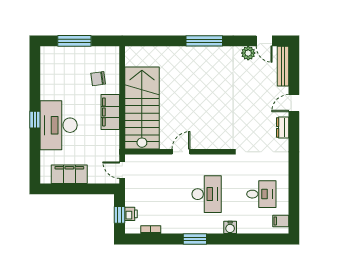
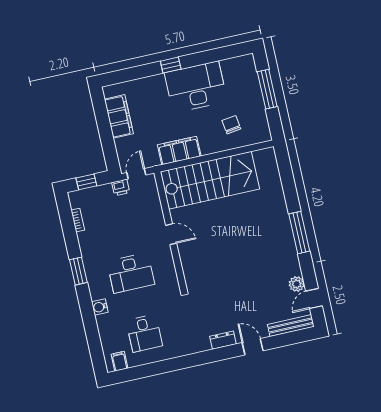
filing cabinet: (110, 112) -> (179, 150), moved
desk: (59, 125) -> (196, 87), moved
printer: (131, 214) -> (121, 187), moved

